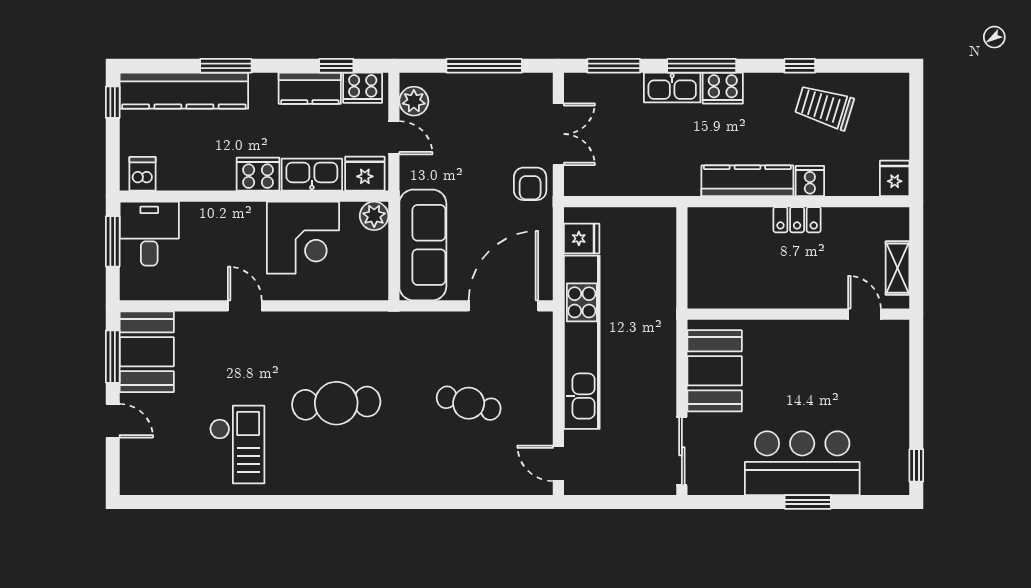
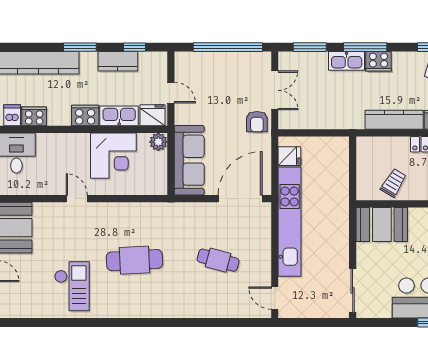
window: (226, 66) -> (80, 47), moved
window: (484, 66) -> (228, 47), width x1.46
cooker: (363, 88) -> (34, 116), moved, turned 180
plant: (414, 101) -> (183, 69), removed
trolley: (746, 281) -> (393, 183), added
booth: (715, 371) -> (382, 225), moved, turned 90

